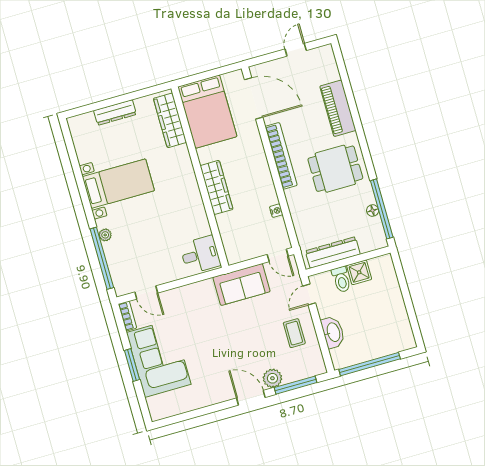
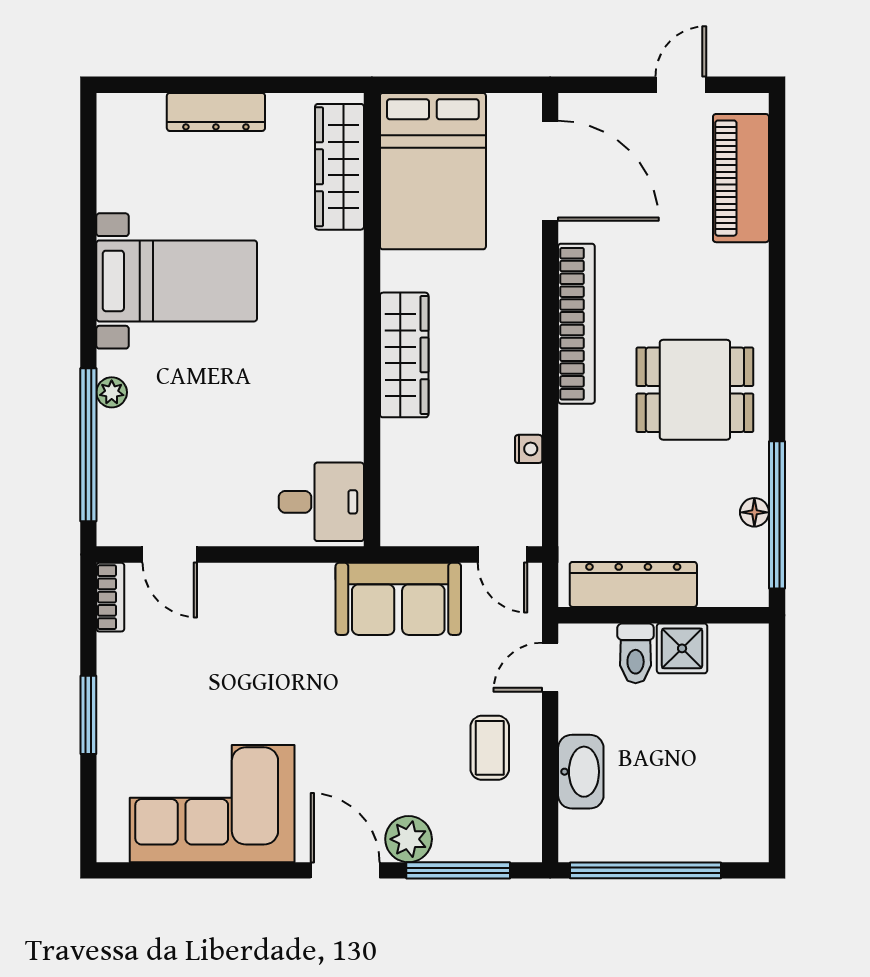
piano: (338, 108) -> (741, 178), moved
corner sofa: (159, 358) -> (212, 804), moved, turned -90

